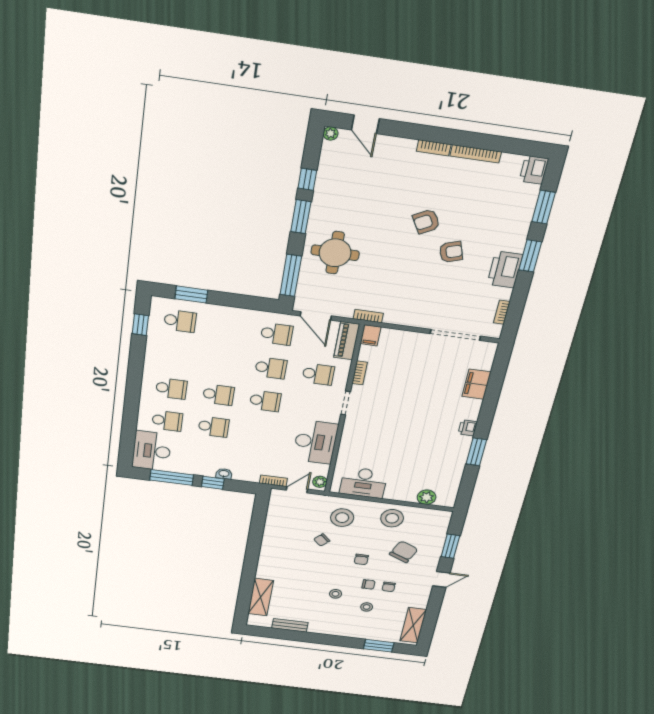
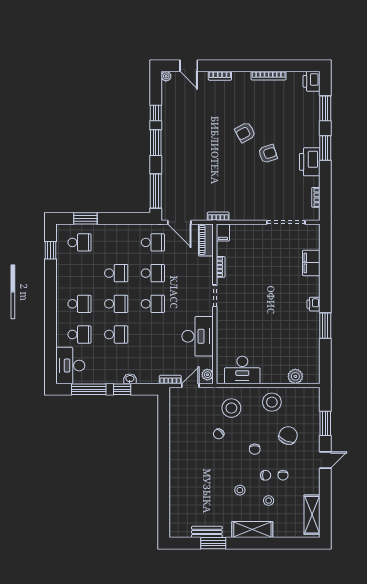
bookcase: (434, 148) -> (220, 76), moved
round table: (335, 253) -> (185, 167), removed
school desk: (318, 374) -> (116, 273), moved
shelving: (261, 597) -> (252, 530), moved, turned 90
window: (379, 646) -> (213, 543), moved

